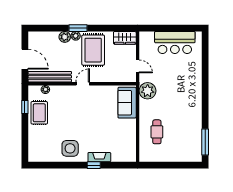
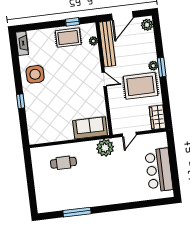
plant: (65, 37) -> (147, 25), moved
window: (205, 142) -> (77, 212), moved
fireplace: (99, 157) -> (22, 43), moved

